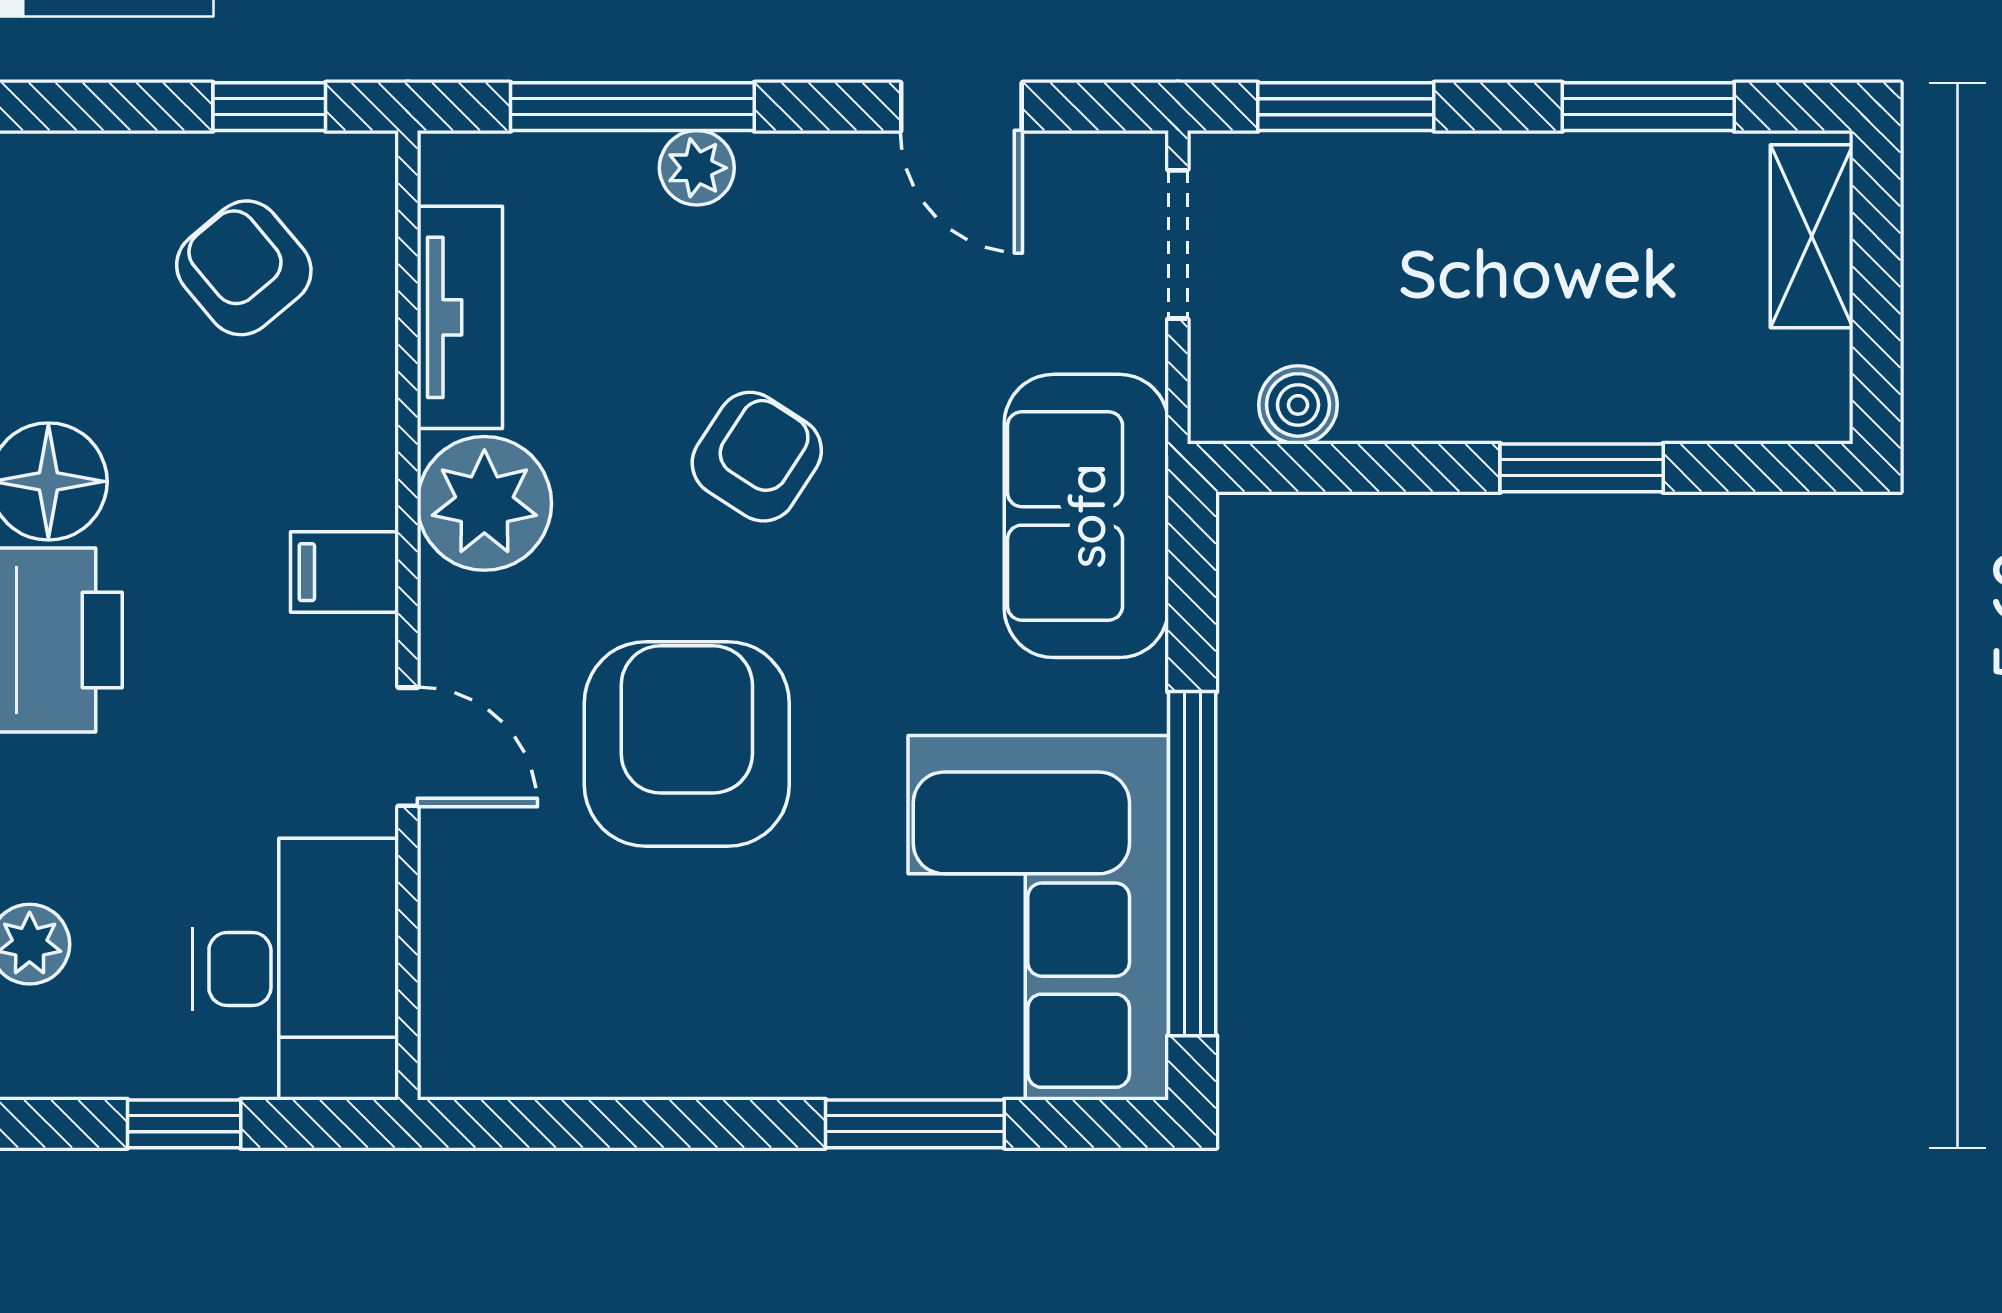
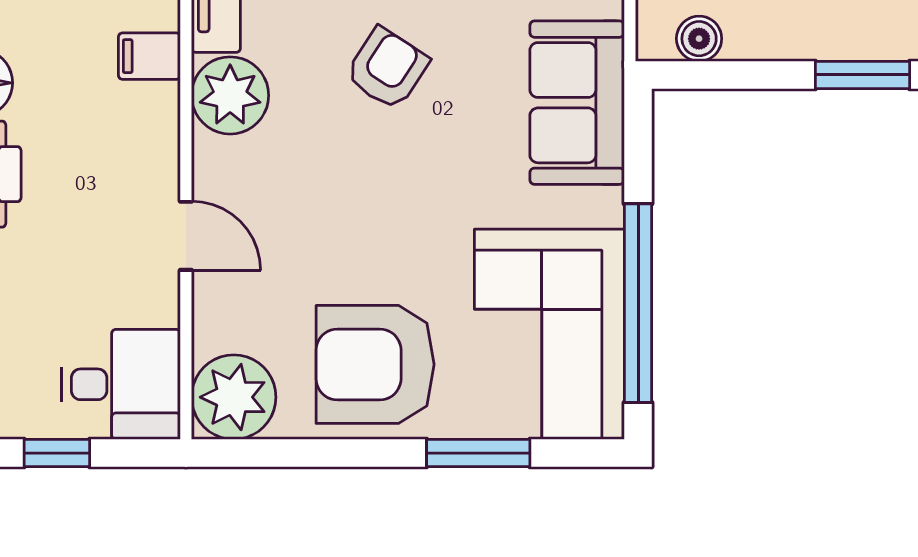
filing cabinet: (345, 572) -> (149, 56), moved
armchair: (687, 744) -> (375, 364), moved, turned -90
desk: (295, 969) -> (121, 384), width x0.73
plant: (491, 1027) -> (234, 397), added

